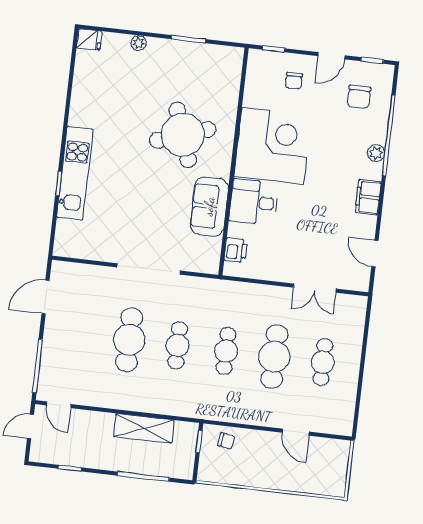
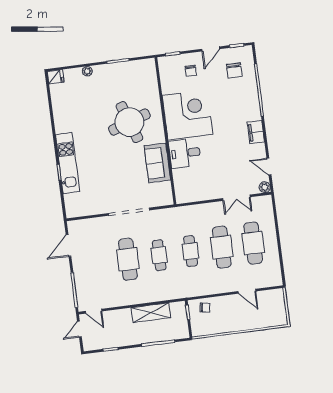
plant: (376, 153) -> (265, 187), moved
printer: (236, 250) -> (181, 186), removed
cafe table: (323, 362) -> (253, 243), width x1.37, depth x1.35

